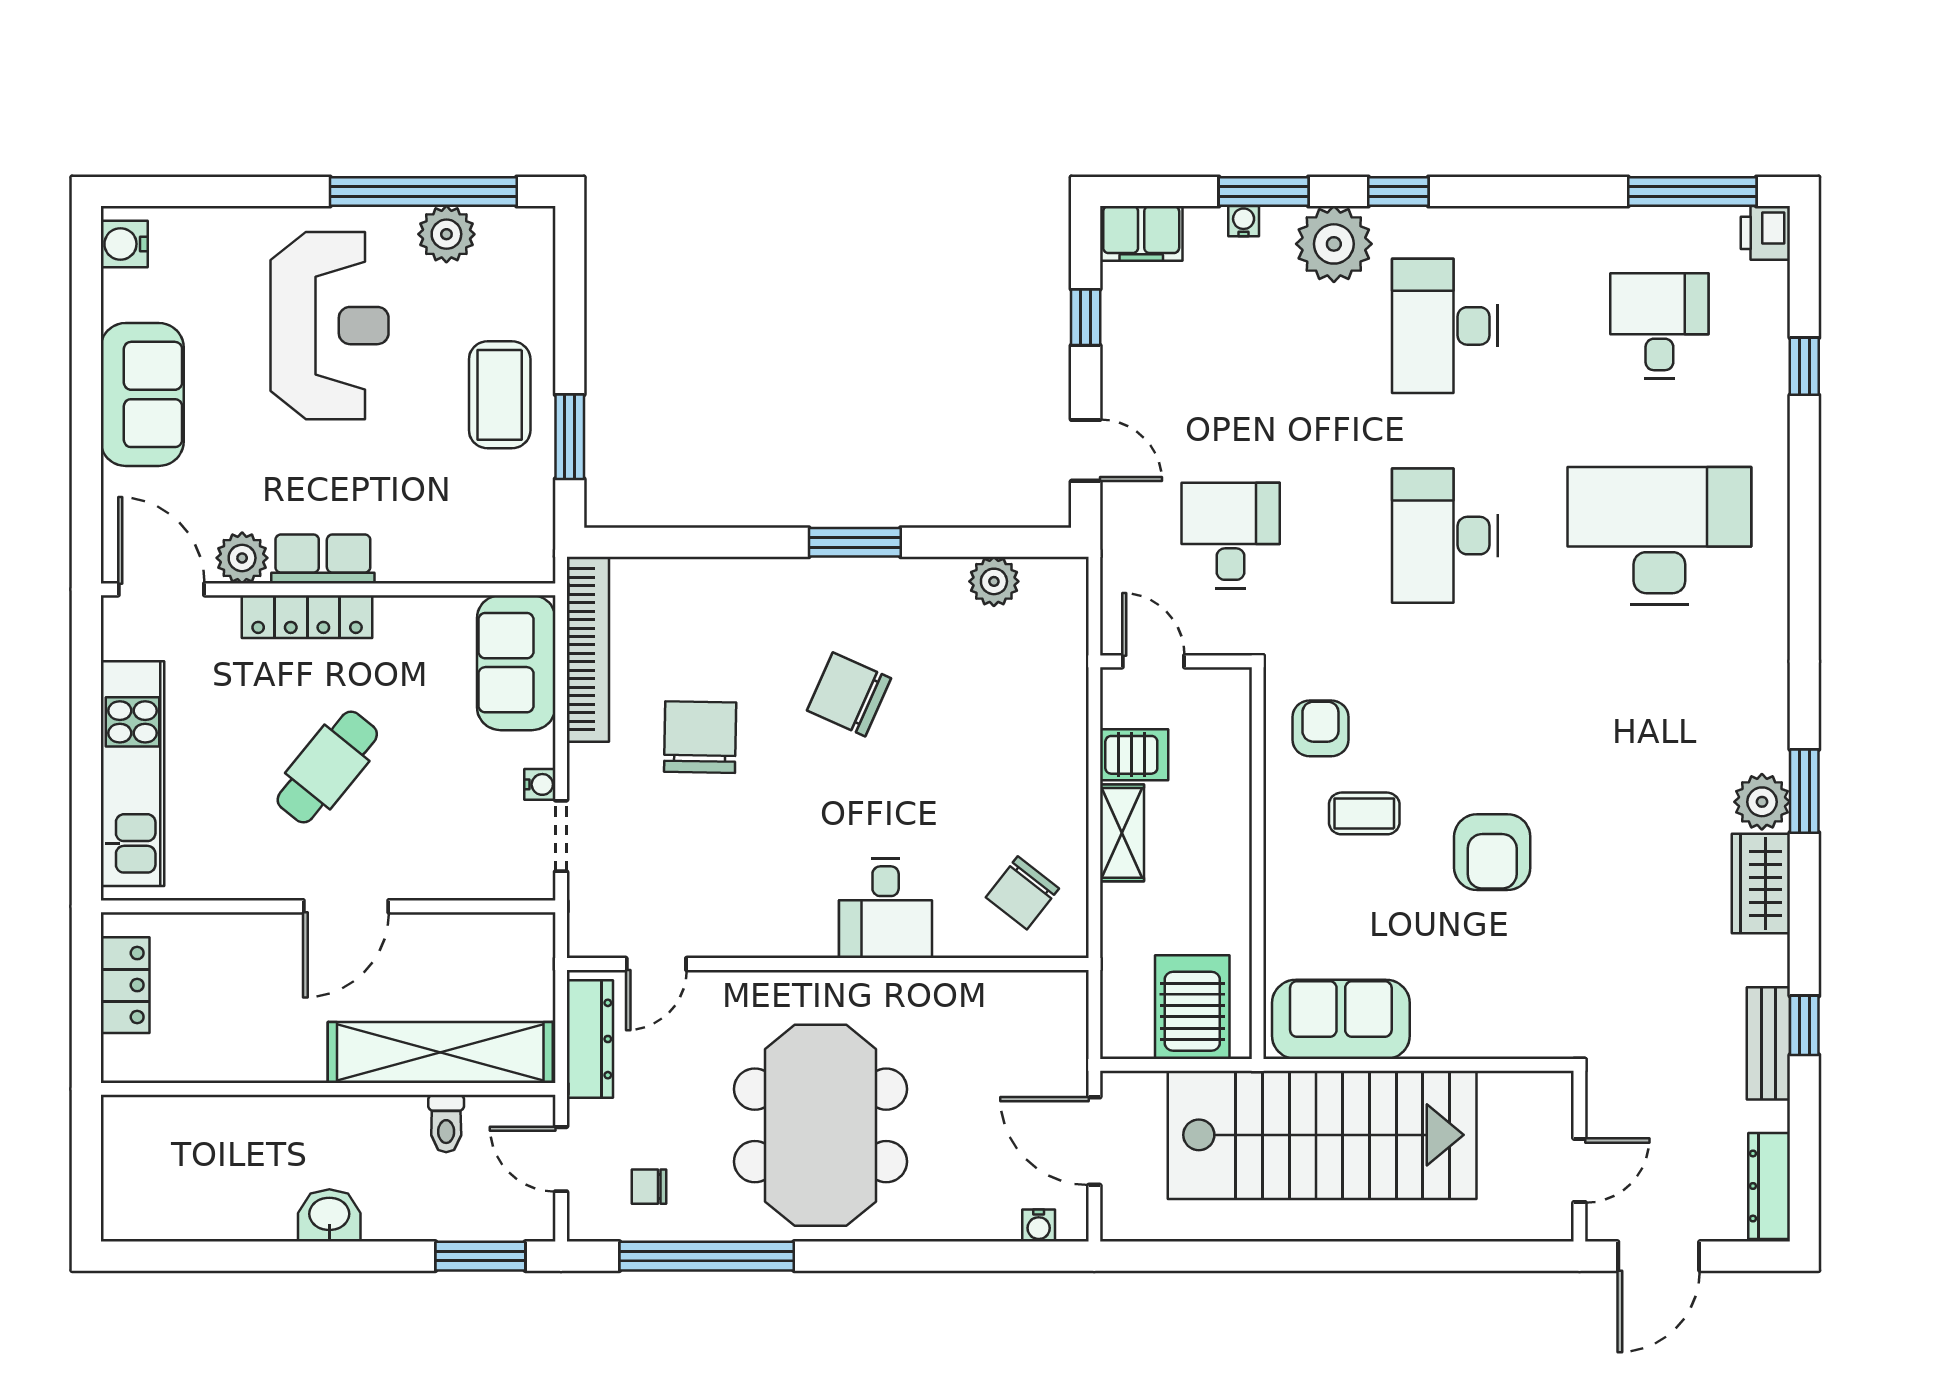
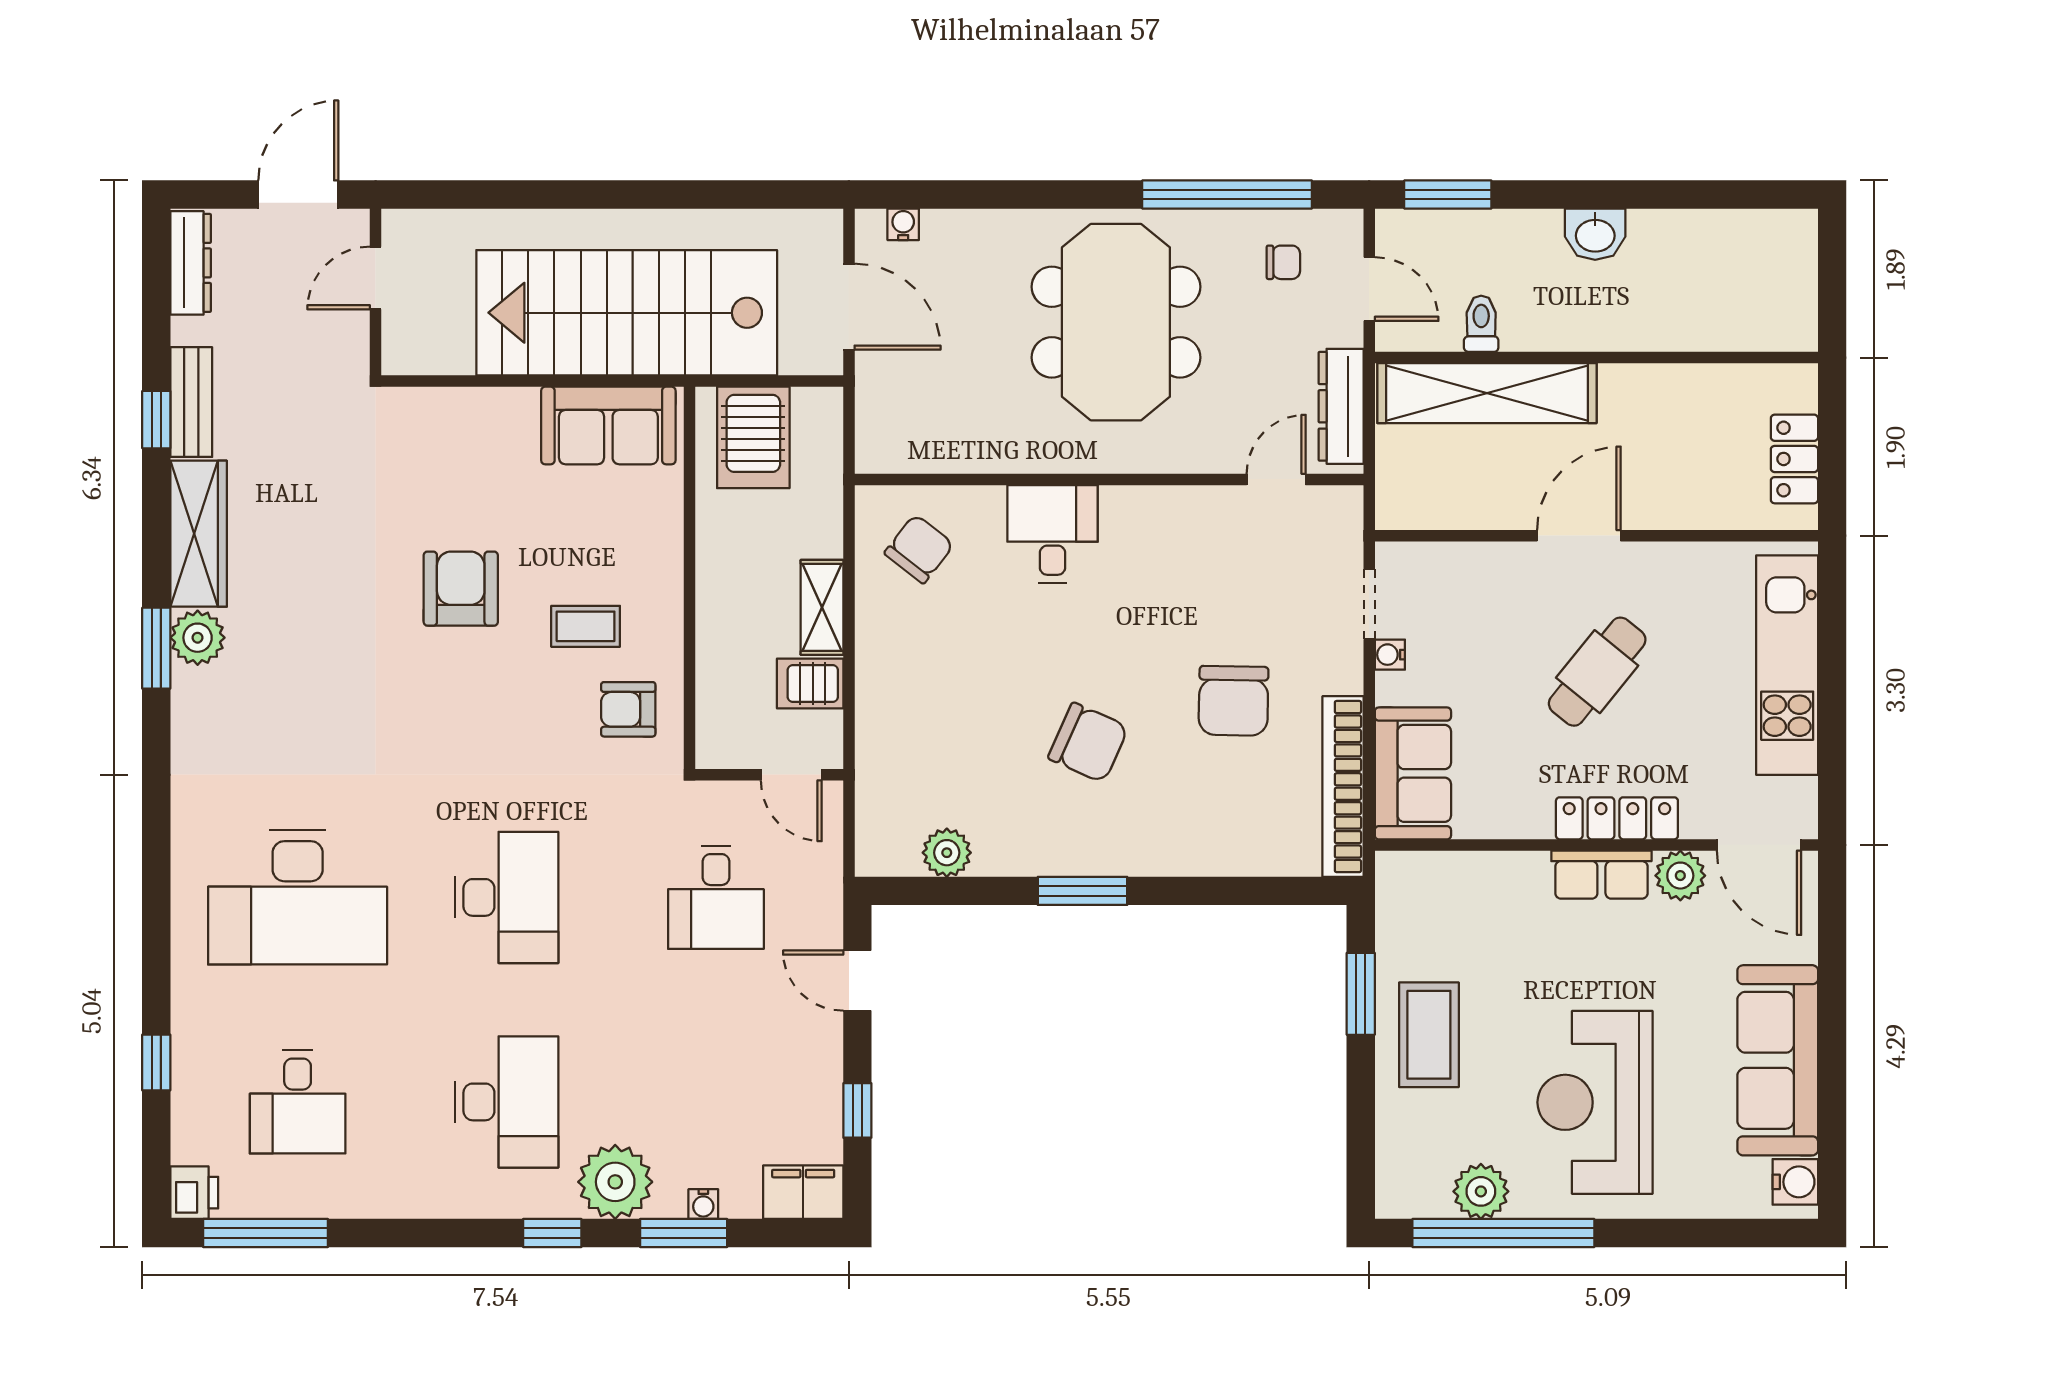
sofa: (142, 394) -> (1778, 1060), width x1.36
armchair: (1320, 728) -> (628, 709), turned 90
wardrobe: (1761, 883) -> (199, 534), width x1.50

